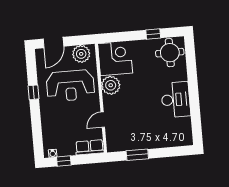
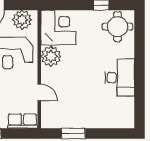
door: (103, 120) -> (39, 92), swing flipped

